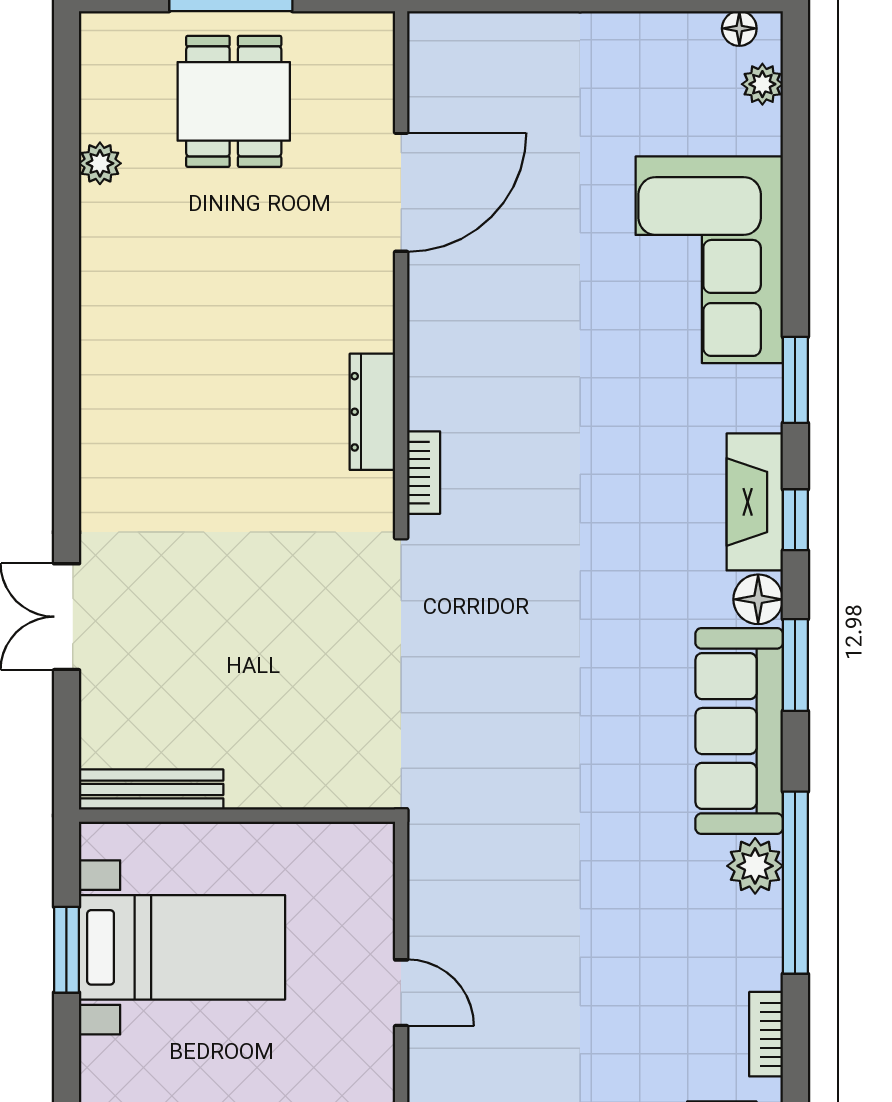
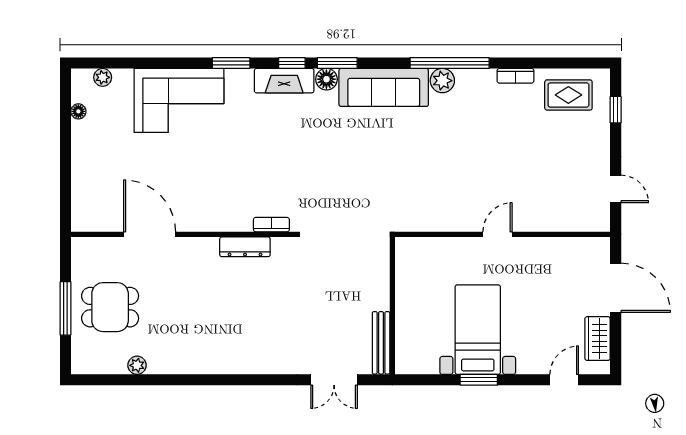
floor lamp: (739, 28) -> (78, 111), moved
window: (795, 665) -> (337, 63), moved
bench: (152, 789) -> (381, 343), moved
wall: (237, 816) -> (392, 306), moved

